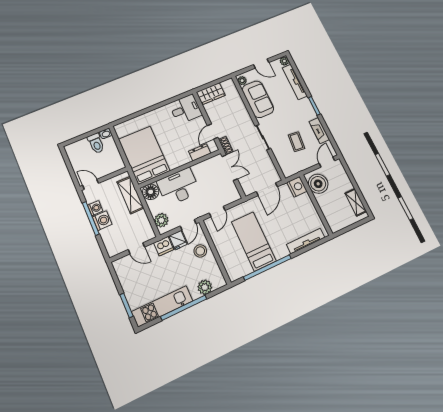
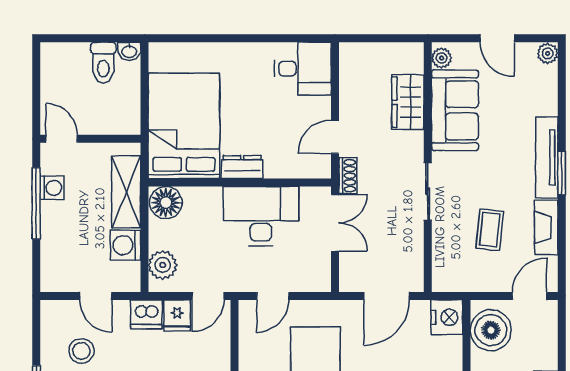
tv unit: (295, 82) -> (547, 157), moved
wardrobe: (211, 94) -> (408, 102), moved, turned 90
dresser: (200, 152) -> (242, 167), moved
desk: (178, 187) -> (261, 216), moved
washing machine: (102, 221) -> (125, 245), moved, turned 180
stool: (200, 251) -> (81, 351), moved

